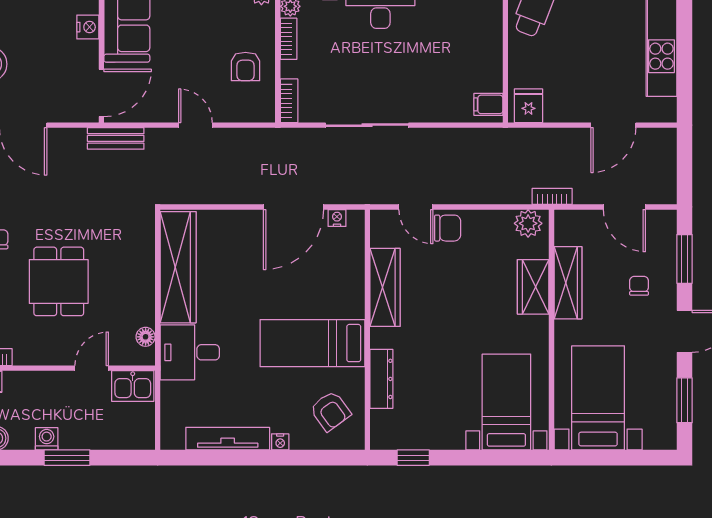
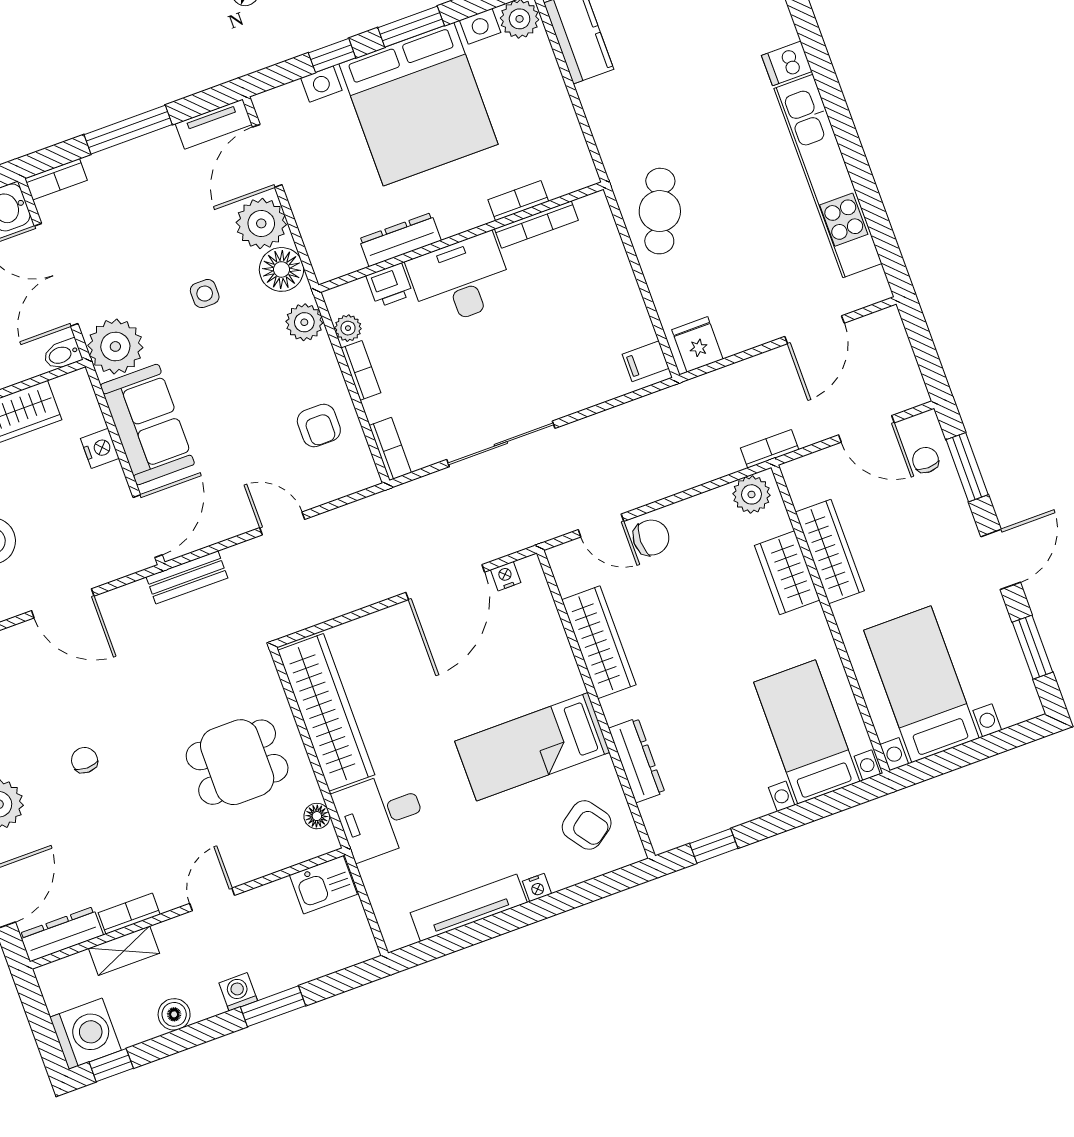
dining table: (59, 281) -> (237, 762), moved, turned 90
chair: (639, 286) -> (926, 460), moved
door: (92, 368) -> (212, 899), moved

